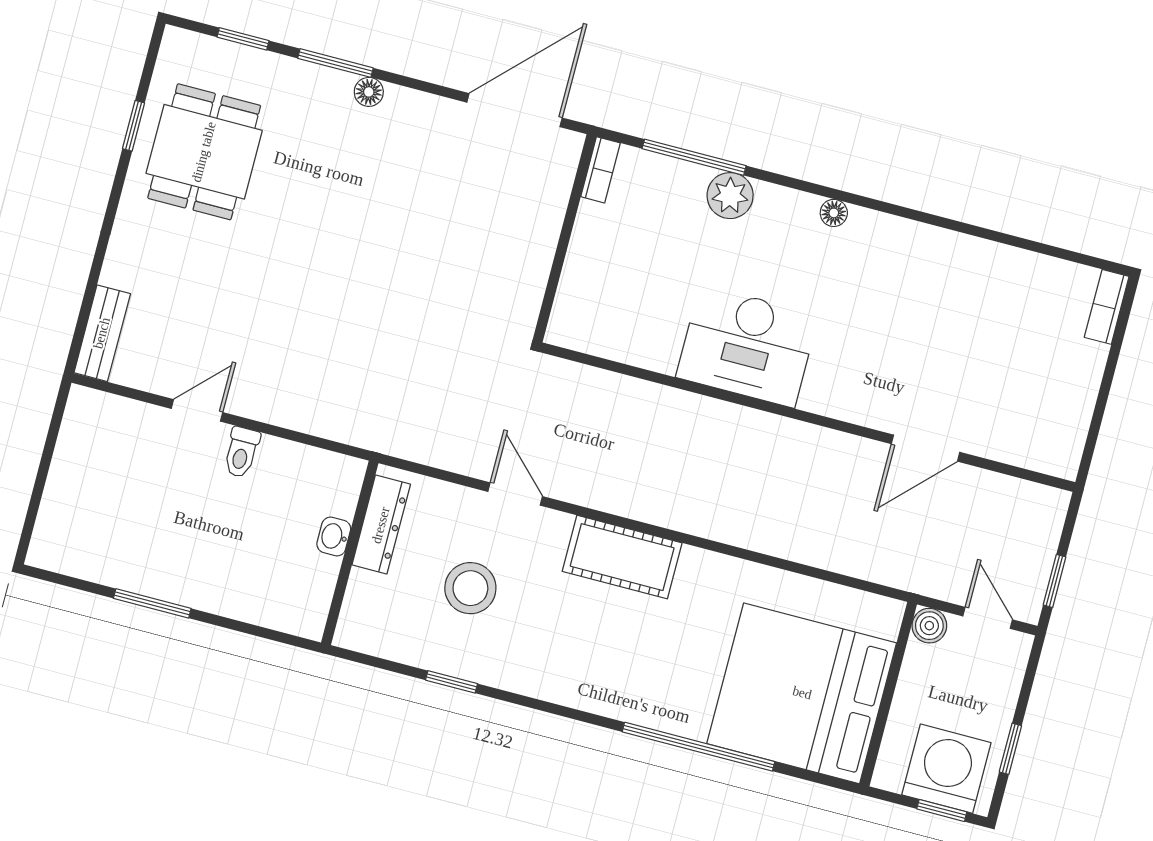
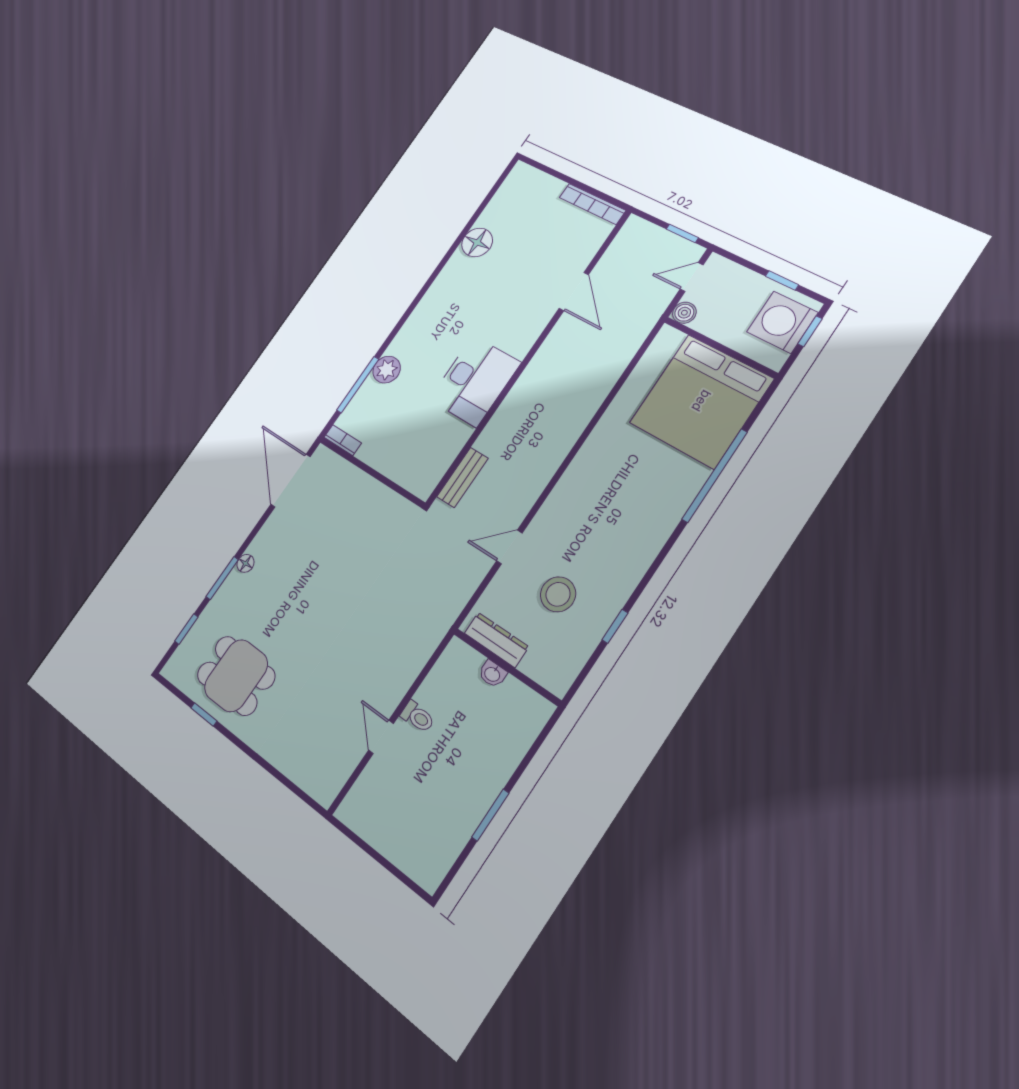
floor lamp: (834, 213) -> (477, 242), moved, width x1.89, depth x1.89
bookcase: (1107, 307) -> (592, 204), moved, width x1.56
bench: (102, 333) -> (462, 477), moved, turned 90
cot: (622, 557) -> (573, 491), removed

